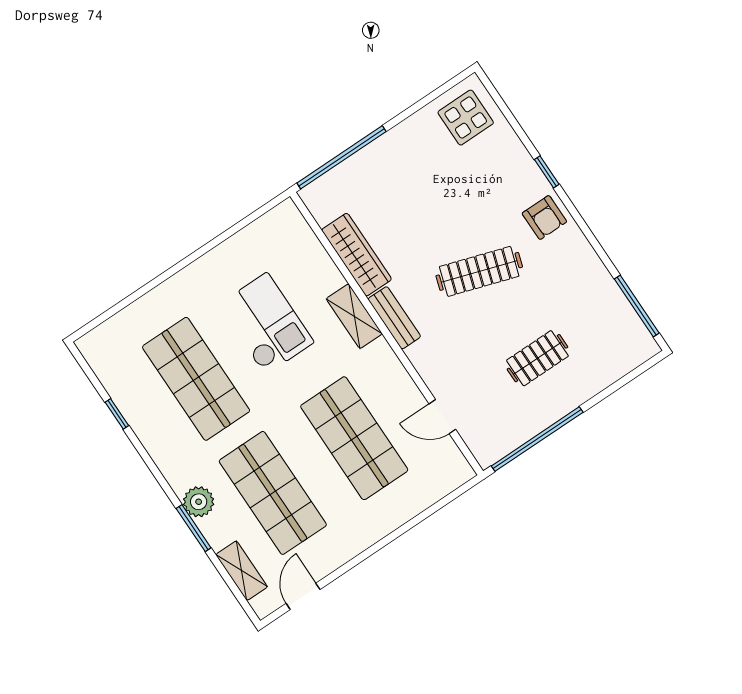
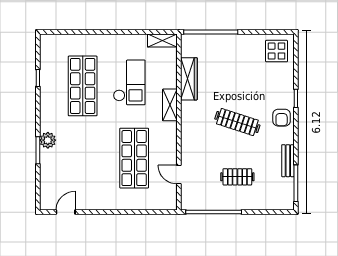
bench: (394, 318) -> (288, 161), moved
shop shelf: (273, 493) -> (83, 158), removed
shelving: (242, 571) -> (162, 40), moved, turned 90

